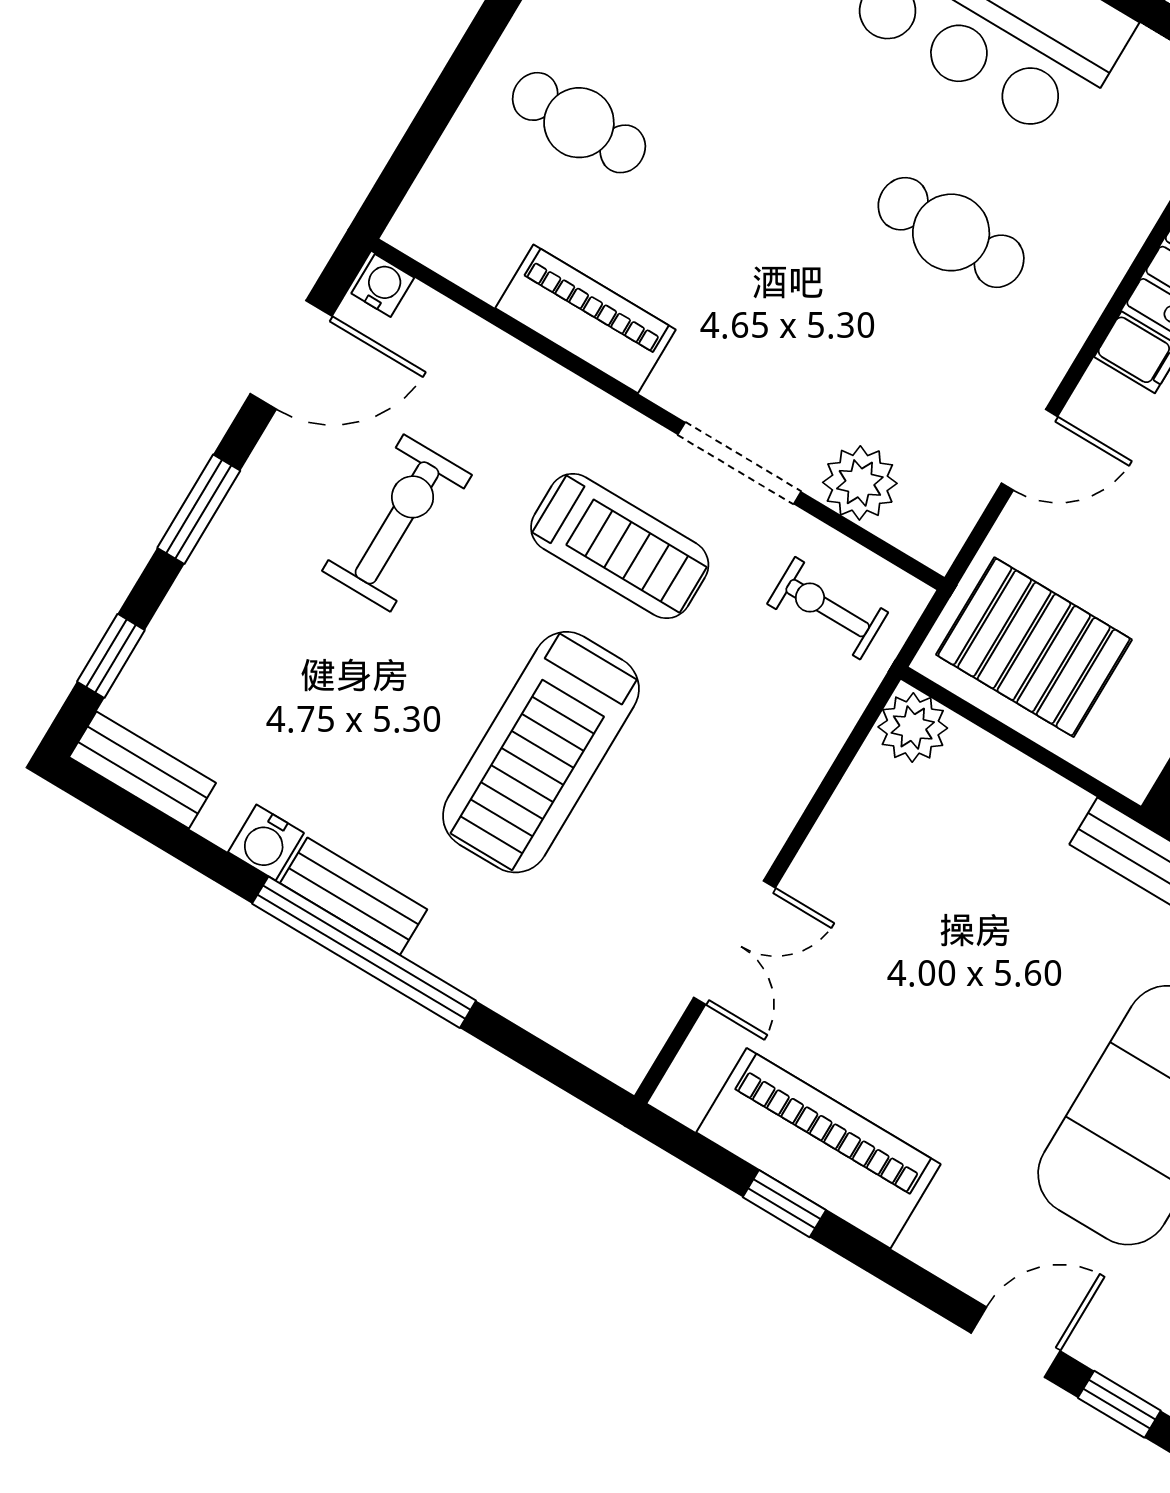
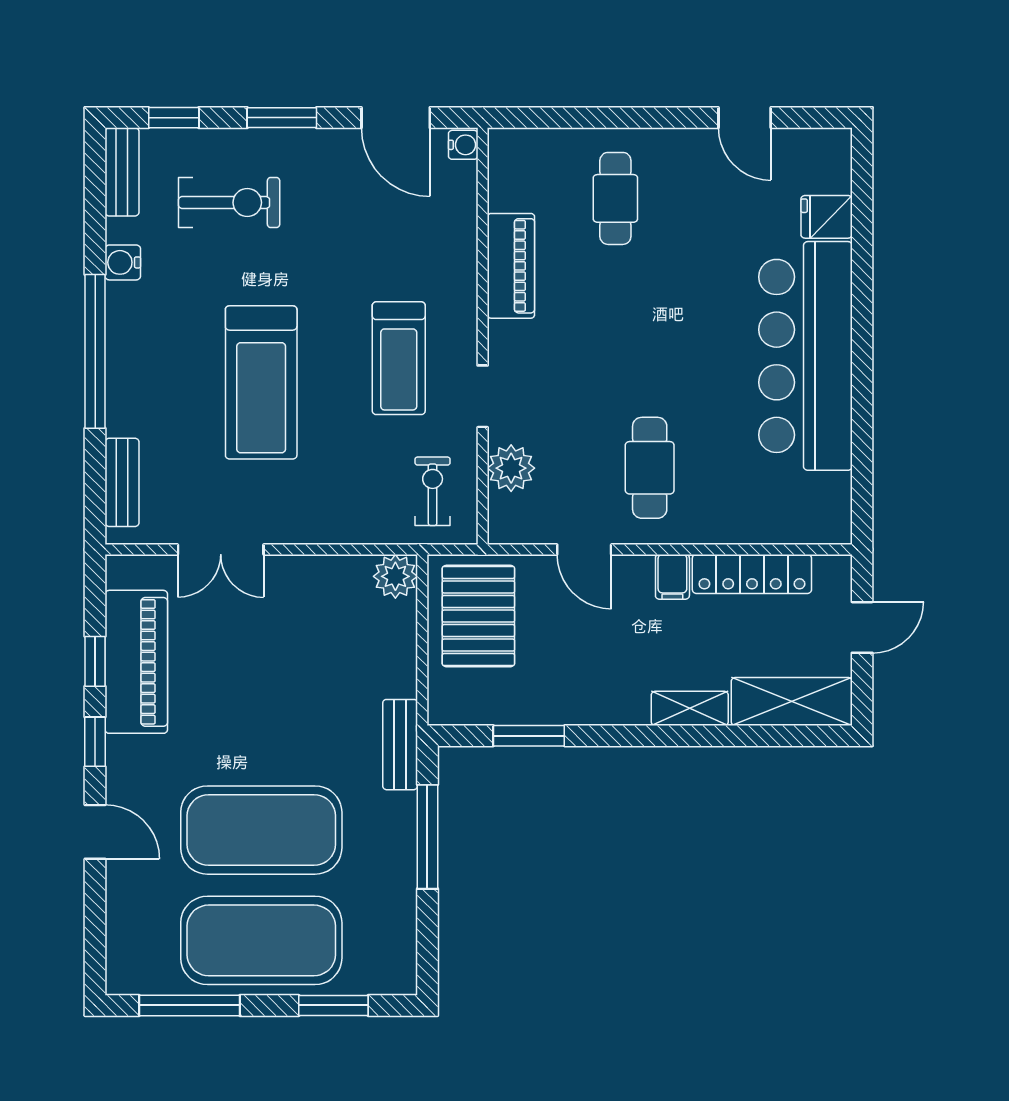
cafe table: (951, 232) -> (650, 468), moved
doorway: (739, 463) -> (483, 396), width x0.73
exercise bike: (397, 523) -> (229, 203), moved
treadmill: (541, 752) -> (261, 382), turned -90
bench: (354, 896) -> (122, 482), moved
window: (1119, 1404) -> (95, 742), moved

